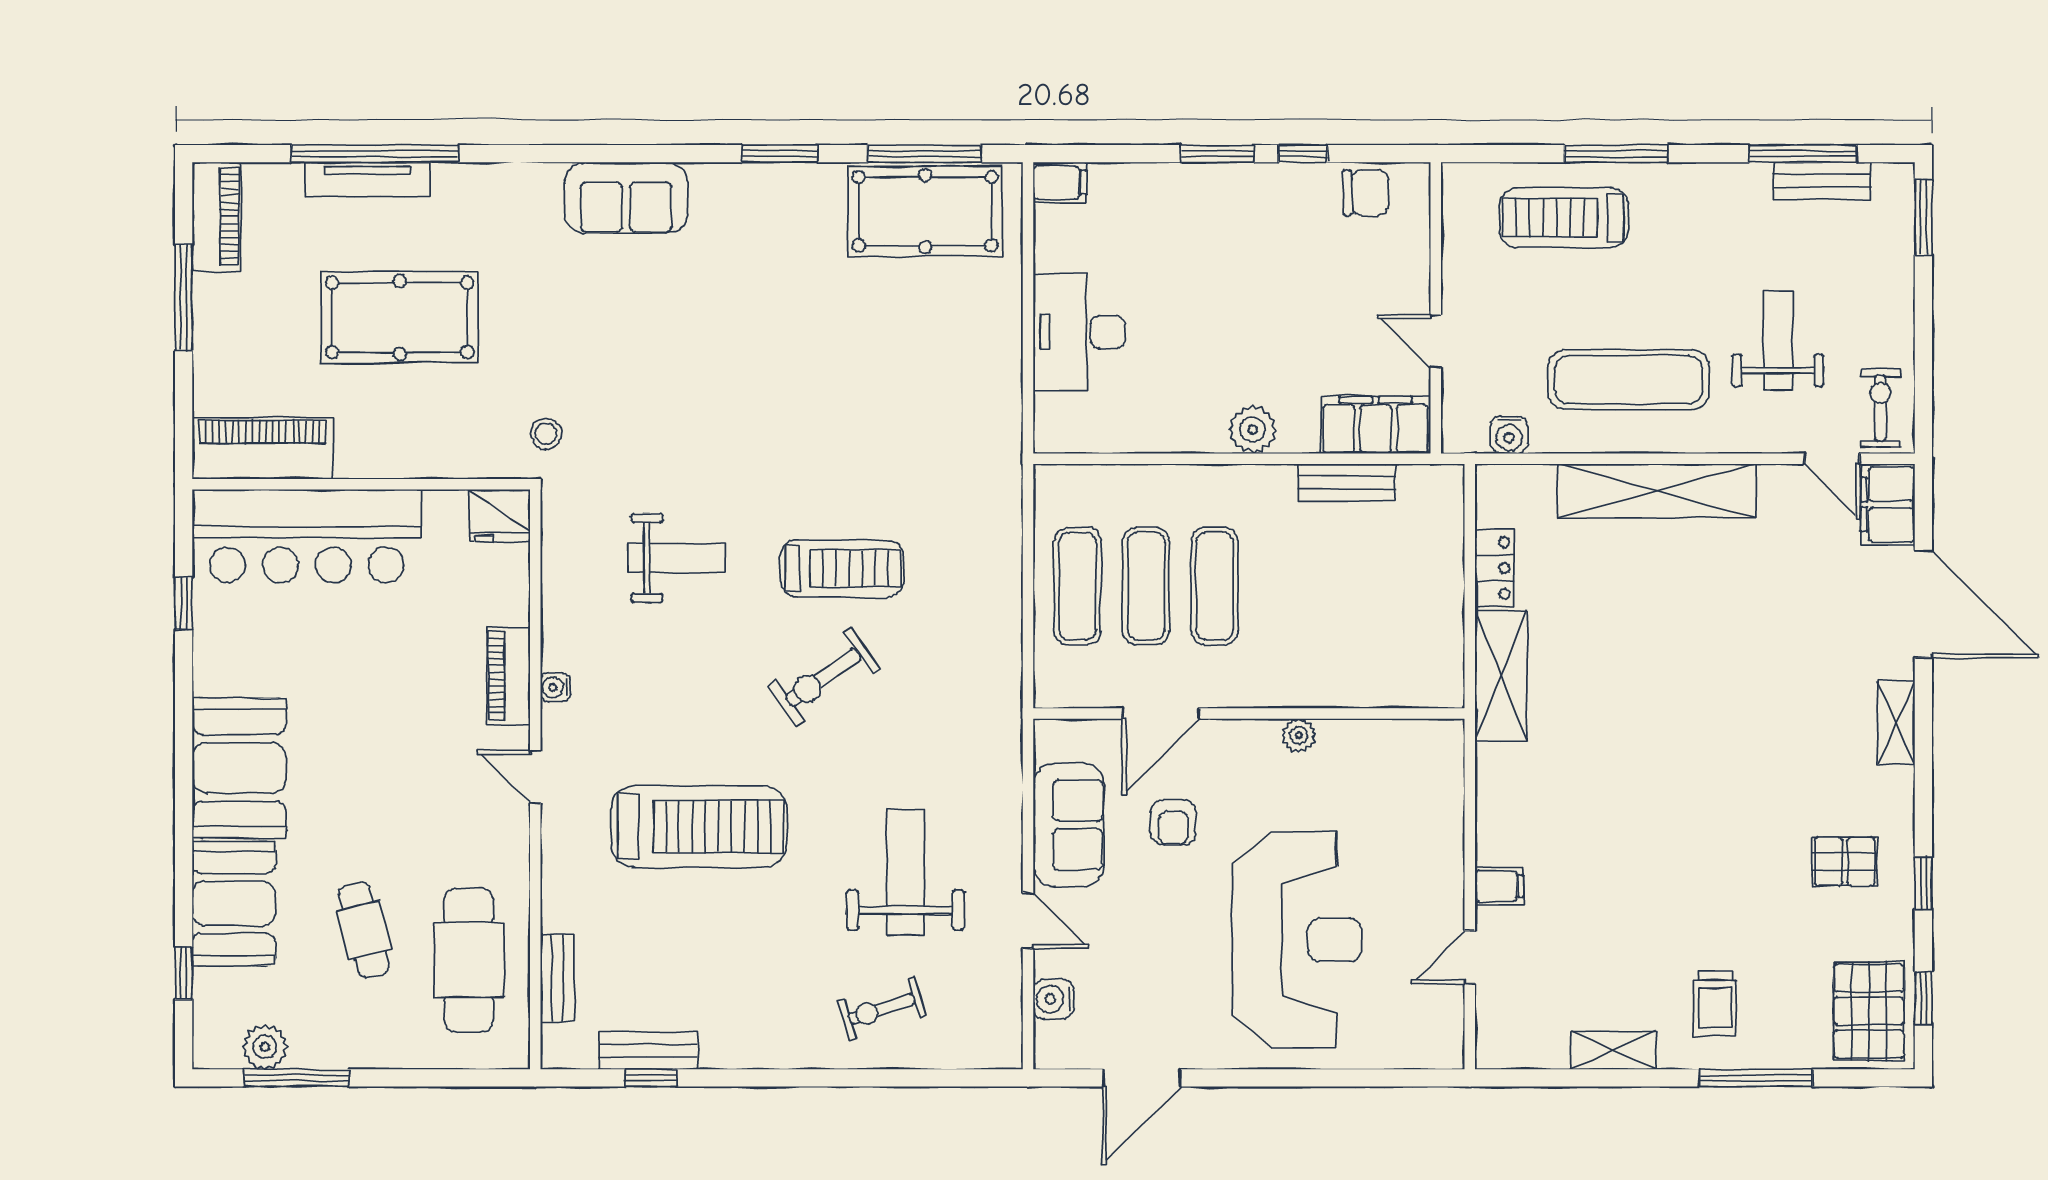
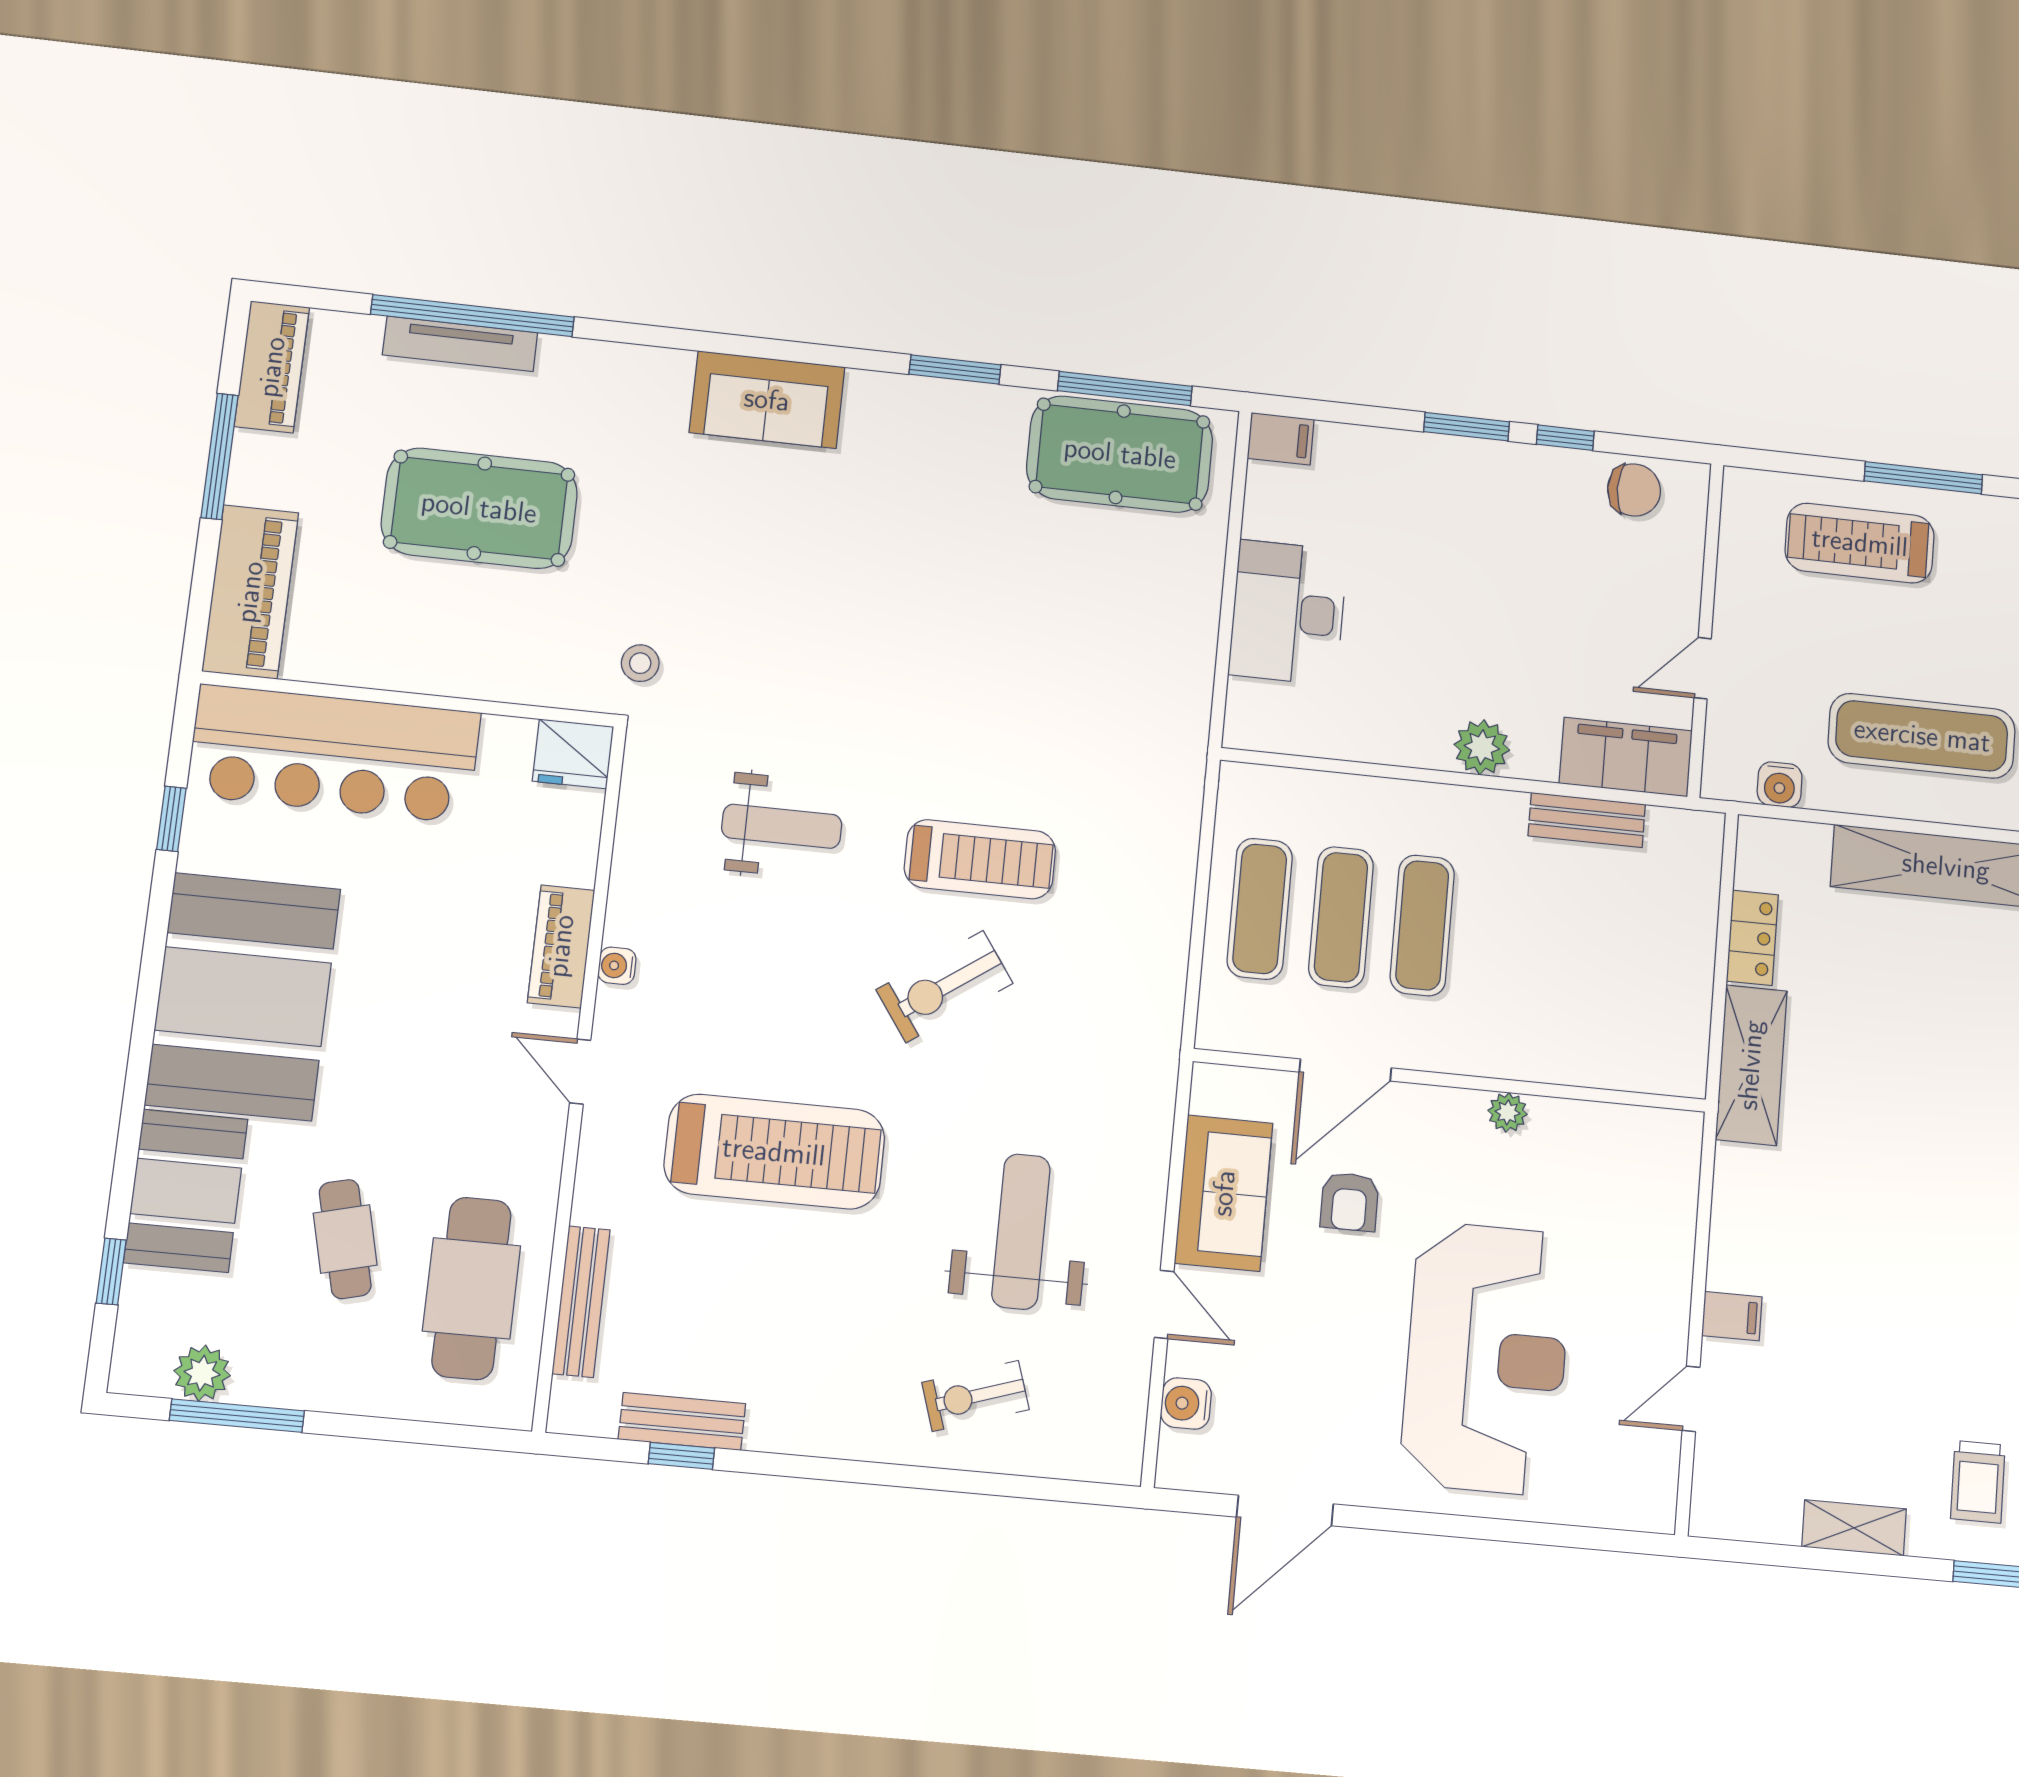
door: (1436, 341) -> (1703, 668), hinge flipped
piano: (263, 448) -> (250, 592), moved, turned 90
booth: (239, 768) -> (243, 997), width x1.36, depth x1.42
bench: (557, 978) -> (581, 1302), width x1.36

